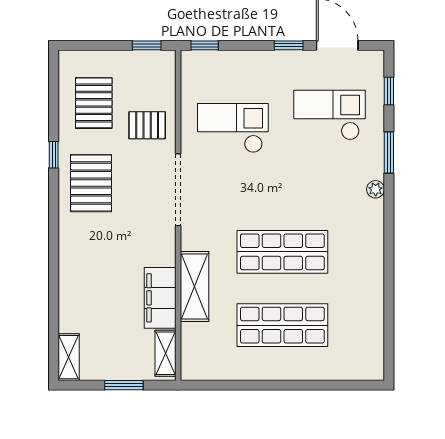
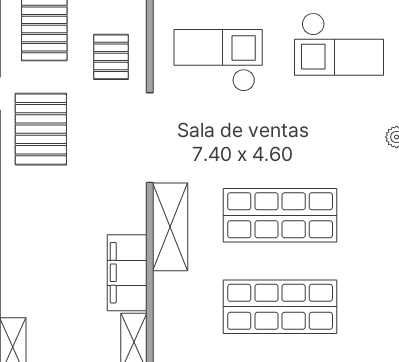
checkout: (330, 115) -> (339, 44), turned 180
pallet: (147, 125) -> (111, 57), turned 90
shelving: (195, 287) -> (170, 227), moved

